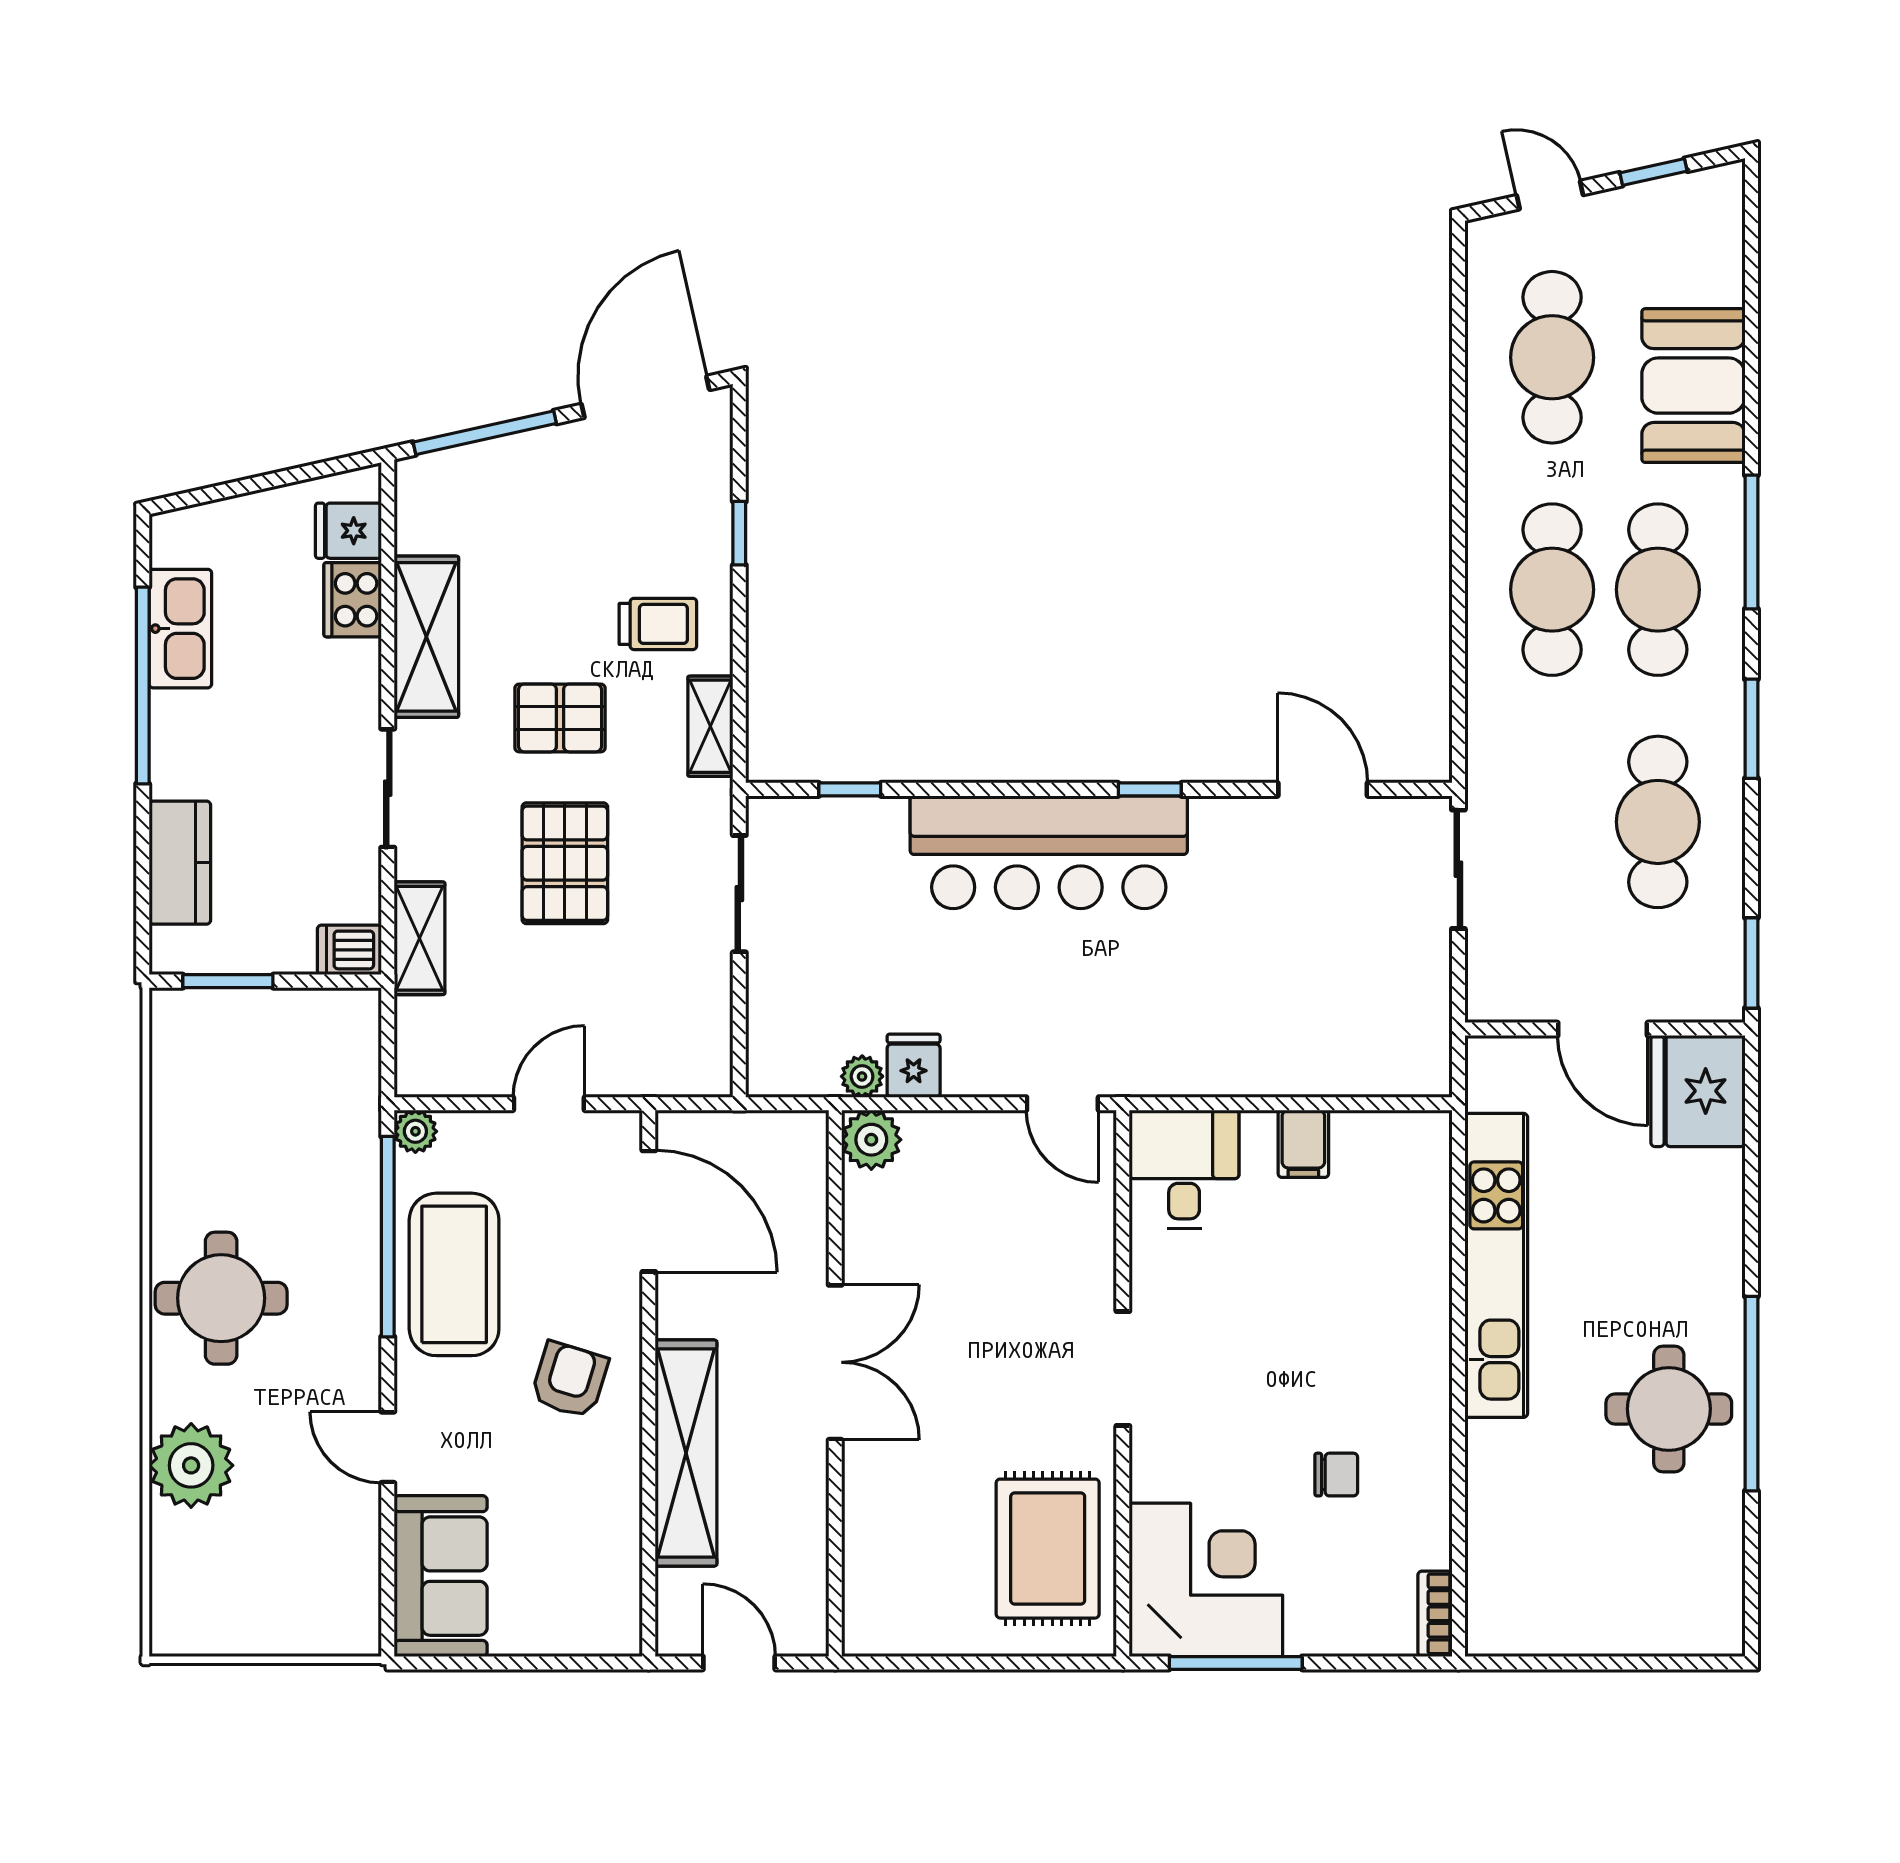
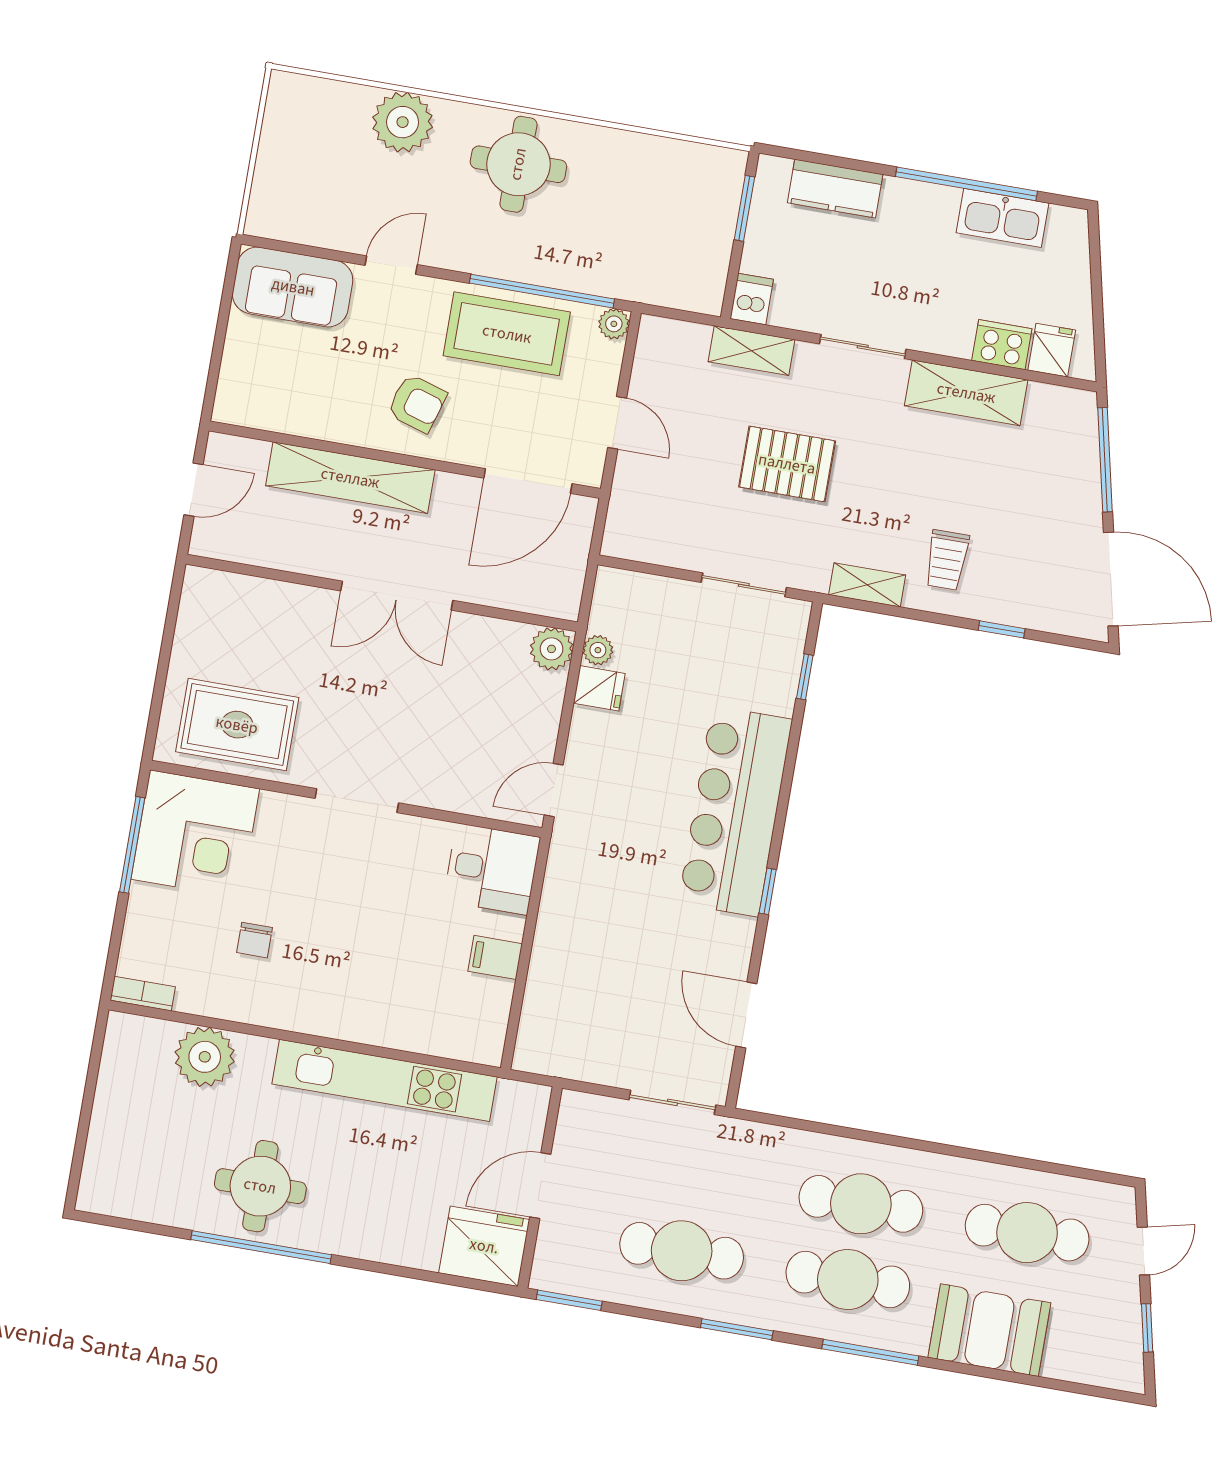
pallet: (560, 718) -> (892, 478), removed
door: (1323, 789) -> (746, 1015), swing flipped
plant: (1506, 1515) -> (205, 1057), added

